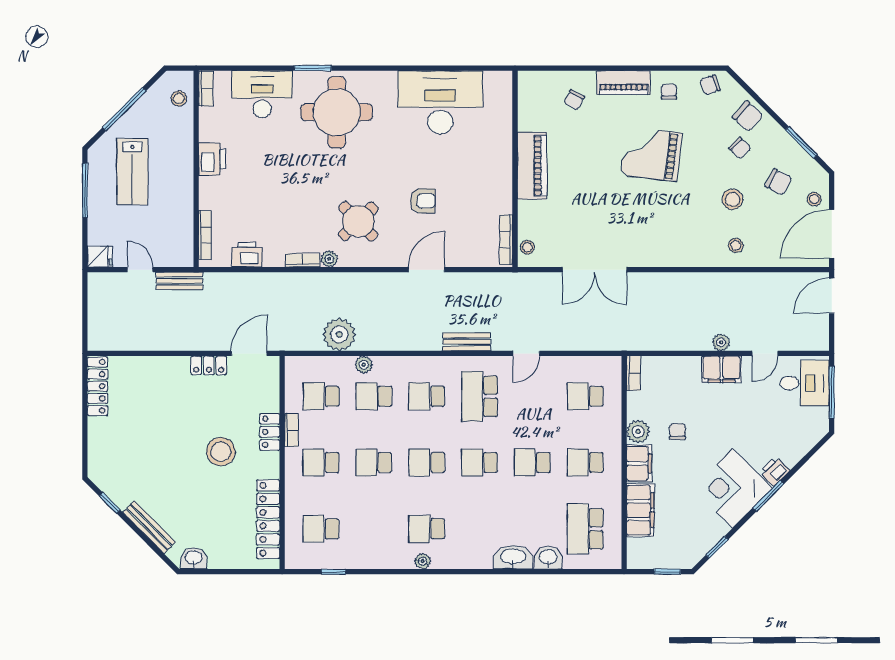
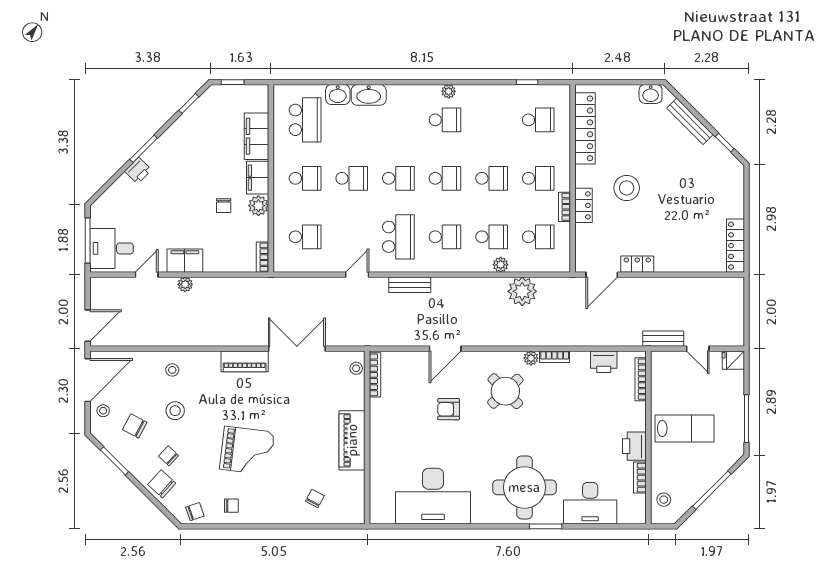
piano: (624, 83) -> (245, 361), moved, turned 180
bookcase: (206, 88) -> (640, 478), moved
chair: (669, 92) -> (231, 506), turned -90
lab bench: (132, 172) -> (685, 428), moved, turned 90
corner desk: (733, 488) -> (175, 156), removed

